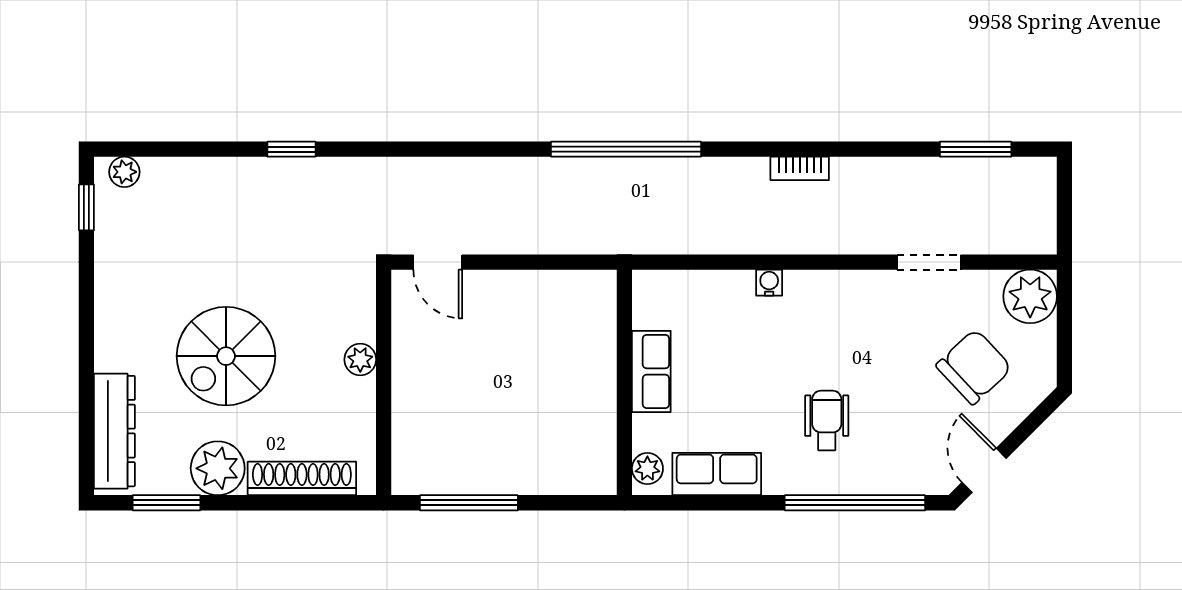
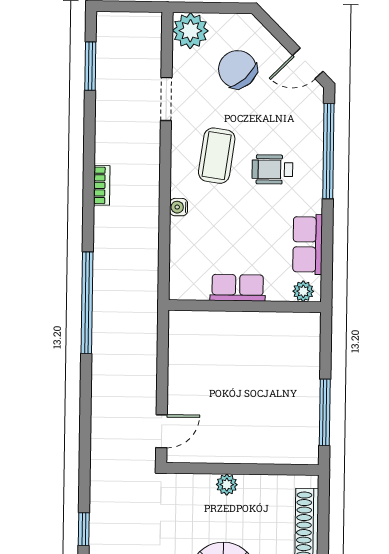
coffee table: (846, 338) -> (217, 156), added

